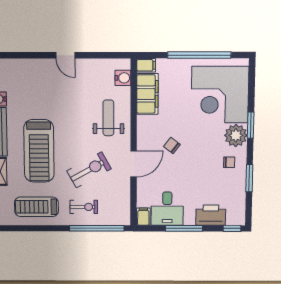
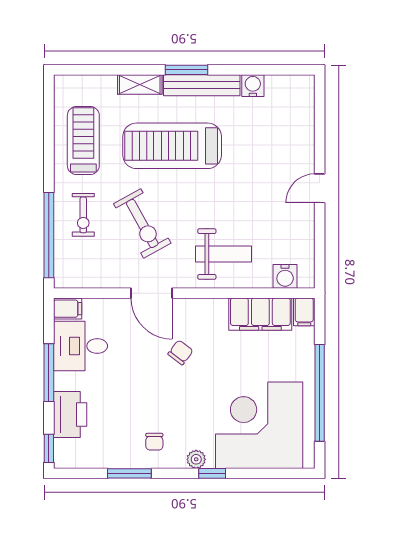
window: (251, 125) -> (212, 473), width x0.67
plant: (236, 135) -> (196, 459), width x0.53, depth x0.53

